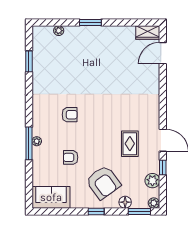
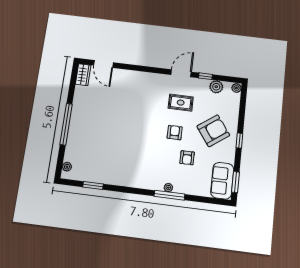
window: (90, 22) -> (66, 124), width x2.11
plant: (59, 31) -> (67, 167), moved
armchair: (70, 115) -> (175, 133), moved
floor lamp: (125, 202) -> (233, 113), removed
window: (139, 211) -> (235, 182), moved

